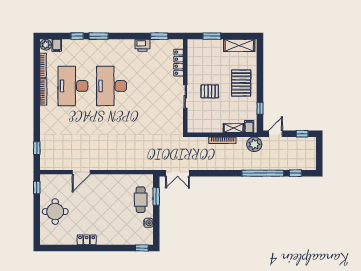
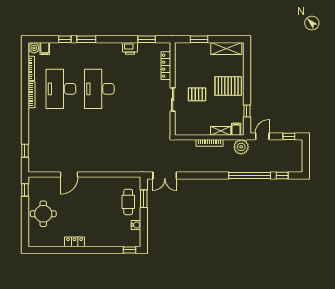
pallet: (241, 83) -> (228, 86), turned 90

